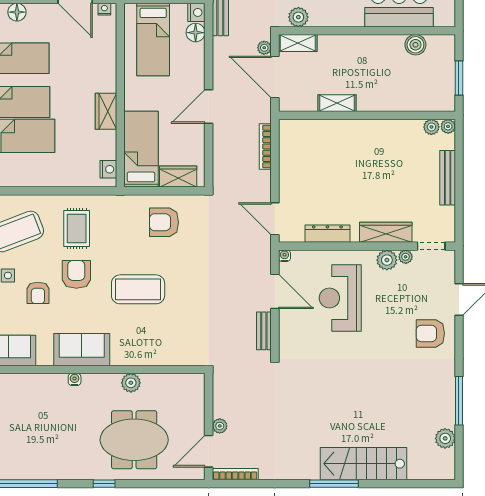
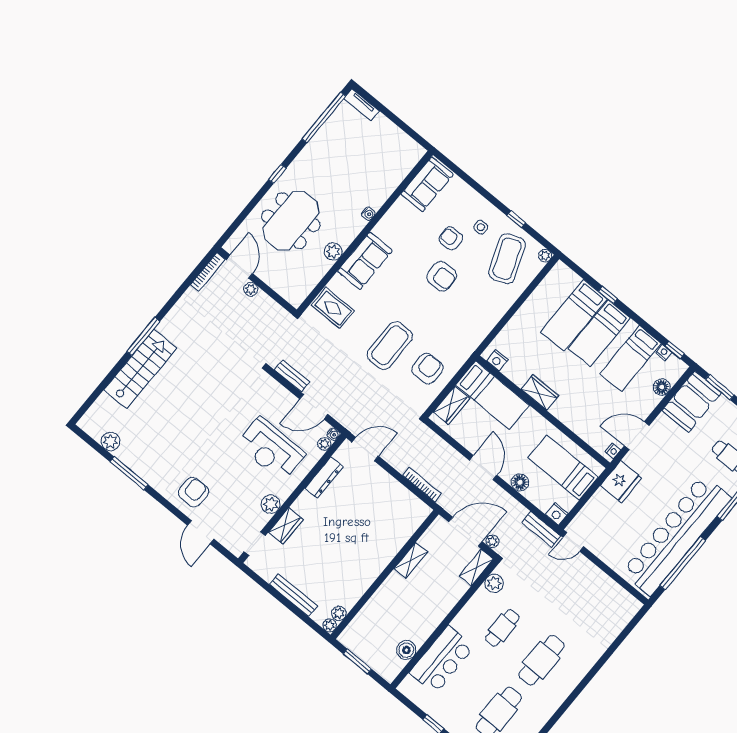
floor lamp: (196, 33) -> (520, 482), moved
rug: (77, 228) -> (333, 308), moved
wardrobe: (386, 232) -> (286, 526), width x0.67
plant: (406, 257) -> (324, 444), moved
coffee table: (138, 289) -> (390, 346), moved
reception desk: (340, 298) -> (271, 449), turned 180
sofa: (82, 350) -> (365, 261), moved

